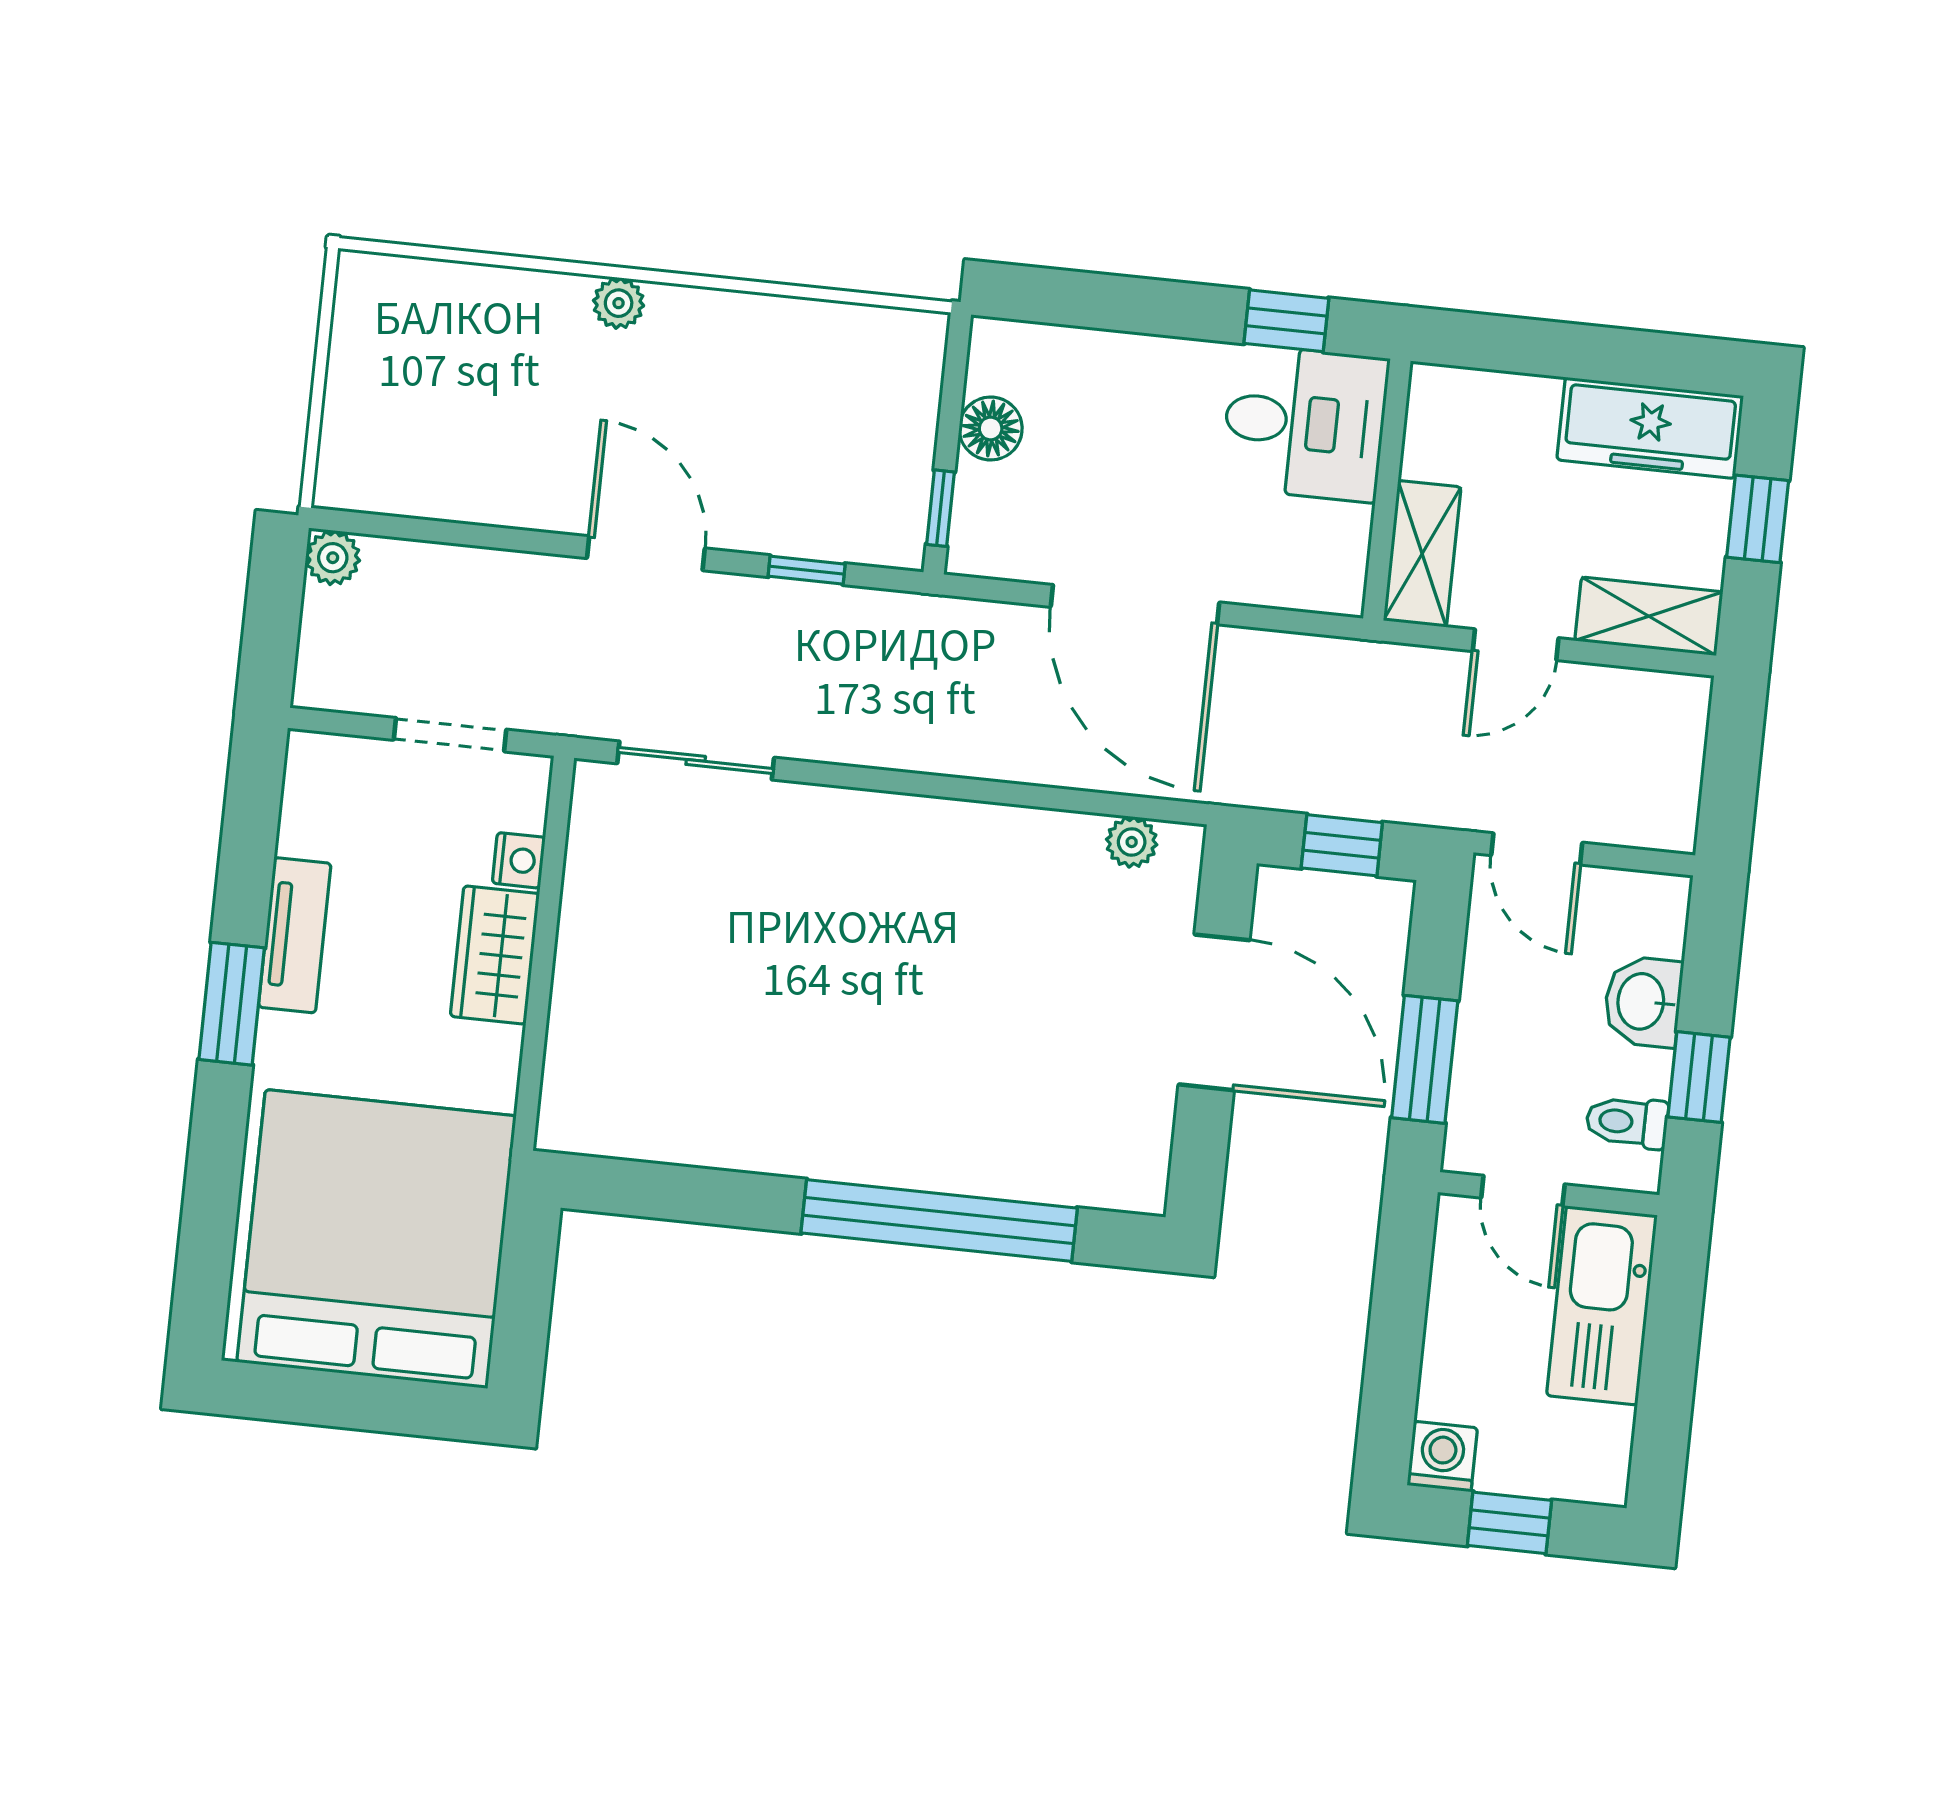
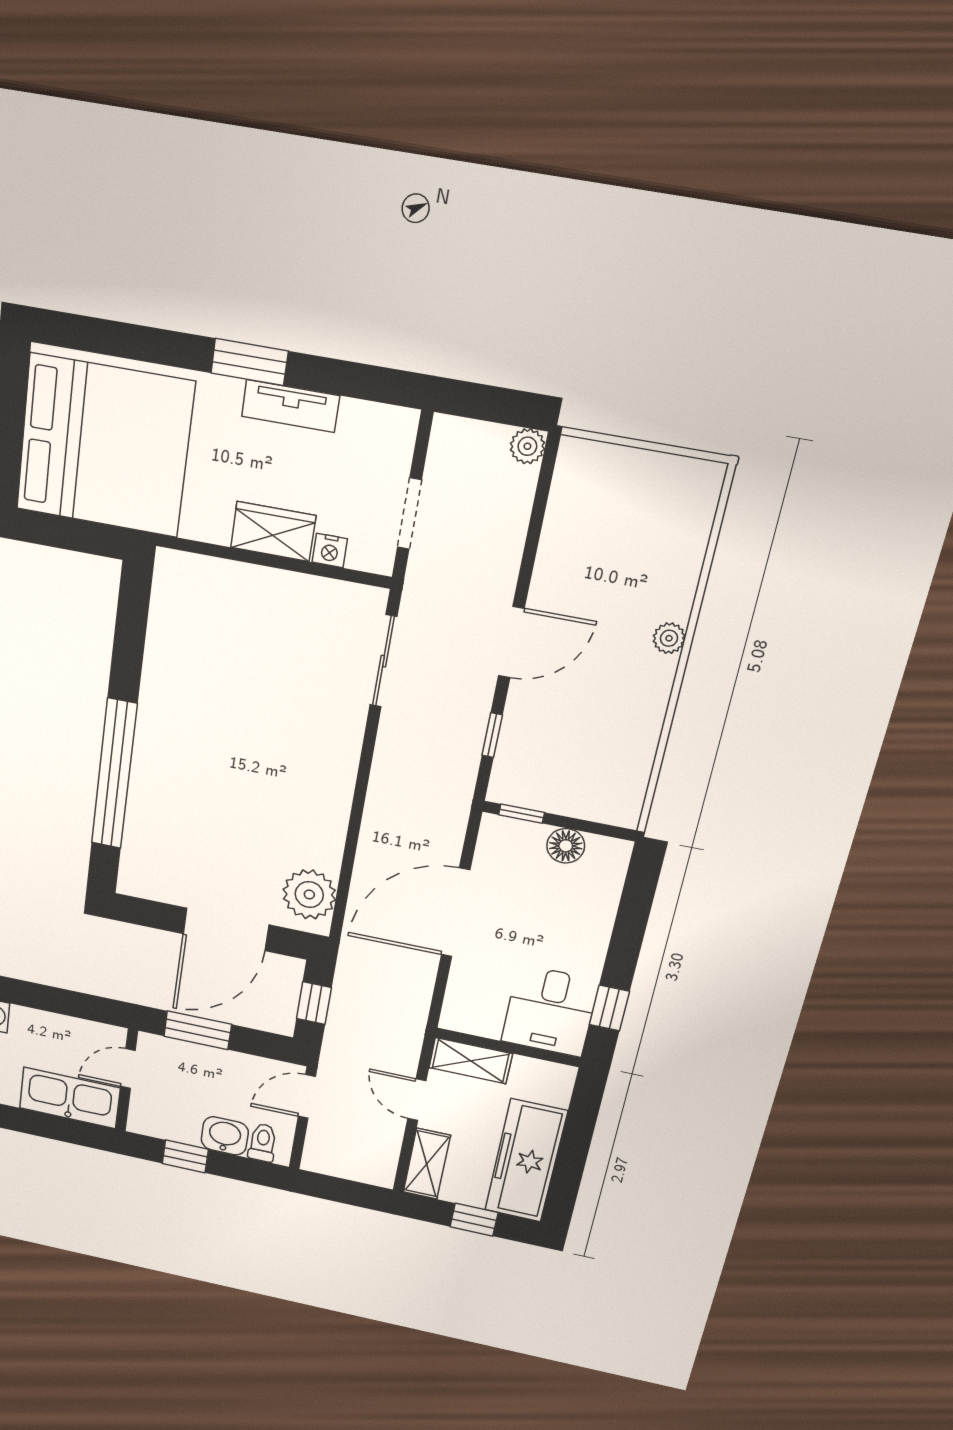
freezer: (1650, 428) -> (526, 1161), width x1.36, depth x1.26
plant: (1132, 842) -> (309, 895), width x1.88, depth x1.88
toilet: (1627, 1122) -> (263, 1143), moved

